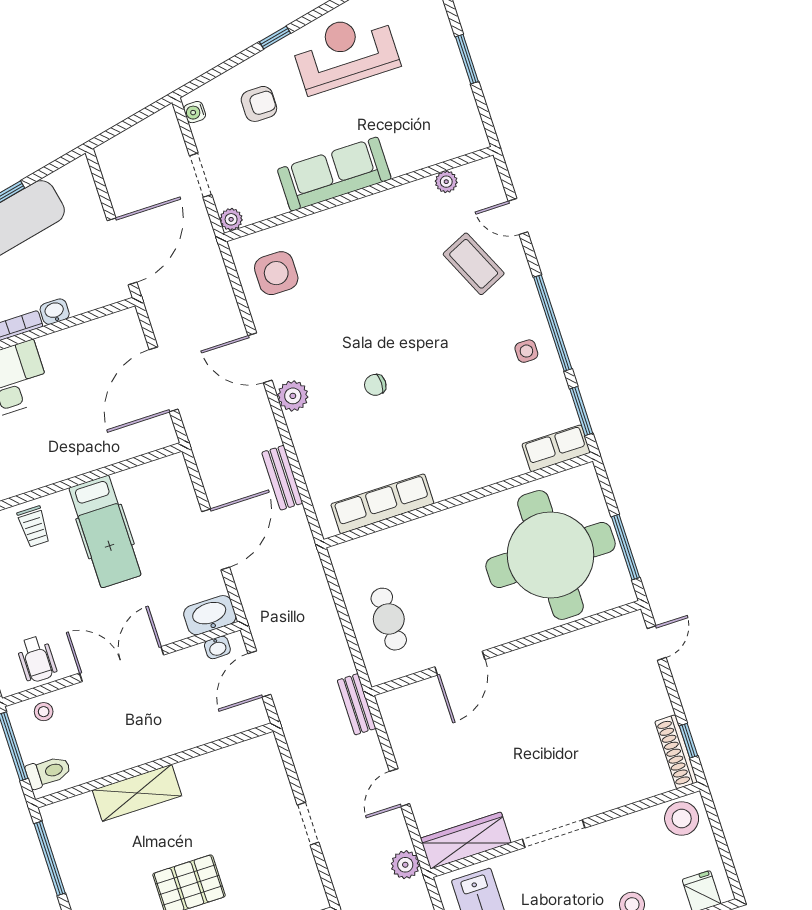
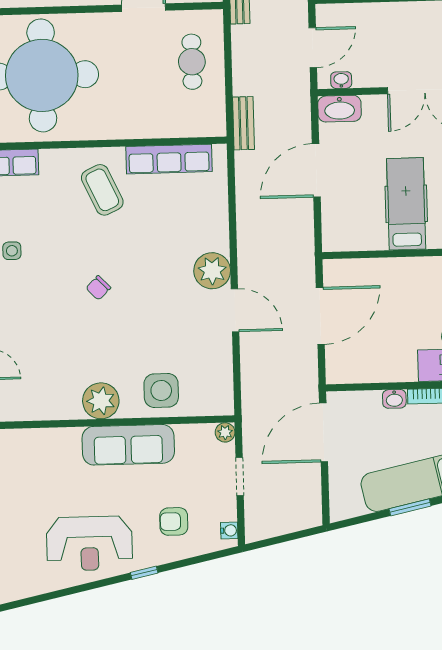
plant: (446, 182) -> (101, 401), moved, width x1.88, depth x1.88
coffee table: (474, 264) -> (102, 190), moved
side table: (276, 273) -> (161, 390), moved
chair: (375, 385) -> (98, 288), moved, turned 136
plant: (293, 396) -> (212, 271), width x1.36, depth x1.36
bench: (282, 478) -> (244, 123), moved

